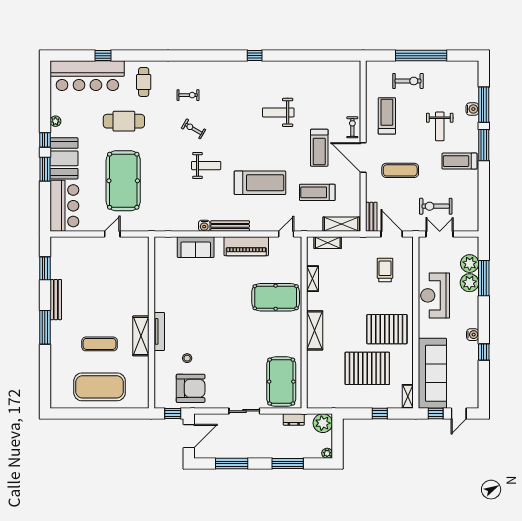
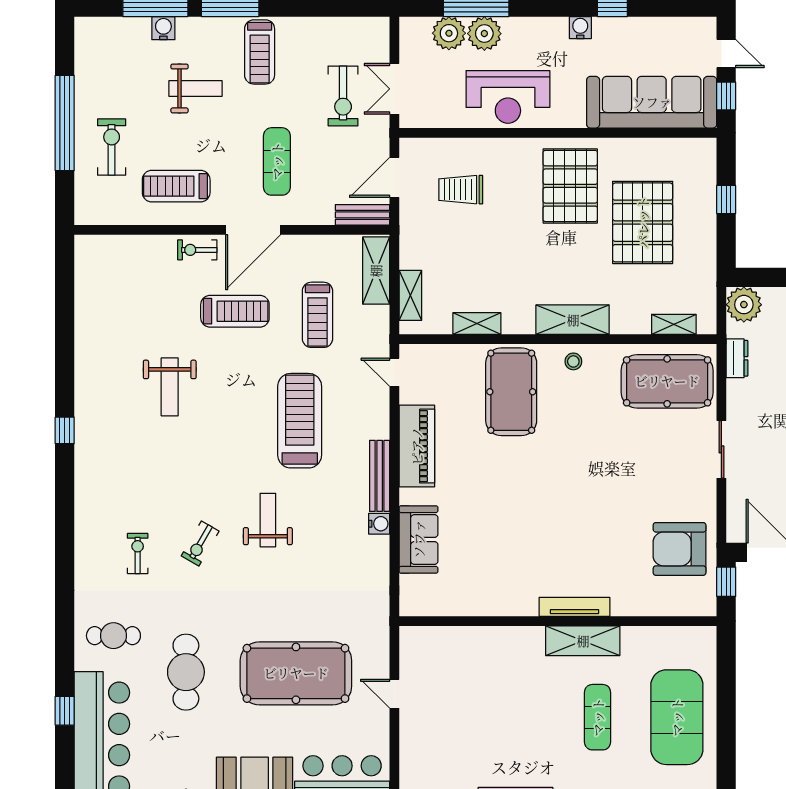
stool: (187, 358) -> (573, 361), moved
armchair: (191, 388) -> (680, 549), turned -90
shelving: (408, 396) -> (674, 324), moved

